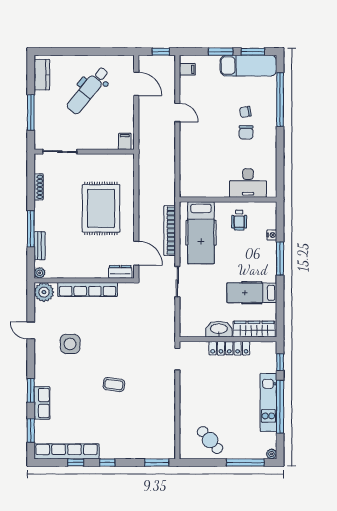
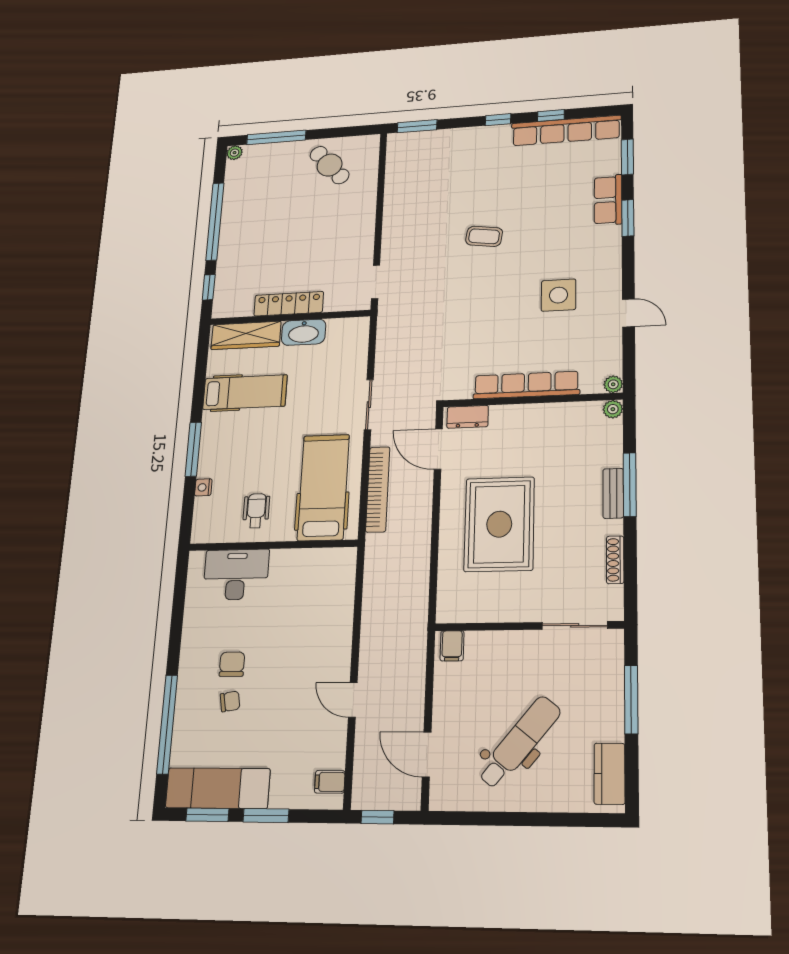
bench: (40, 246) -> (613, 493), moved
plant: (44, 292) -> (613, 384), width x0.53, depth x0.53
kitchen unit: (268, 403) -> (233, 226), removed

